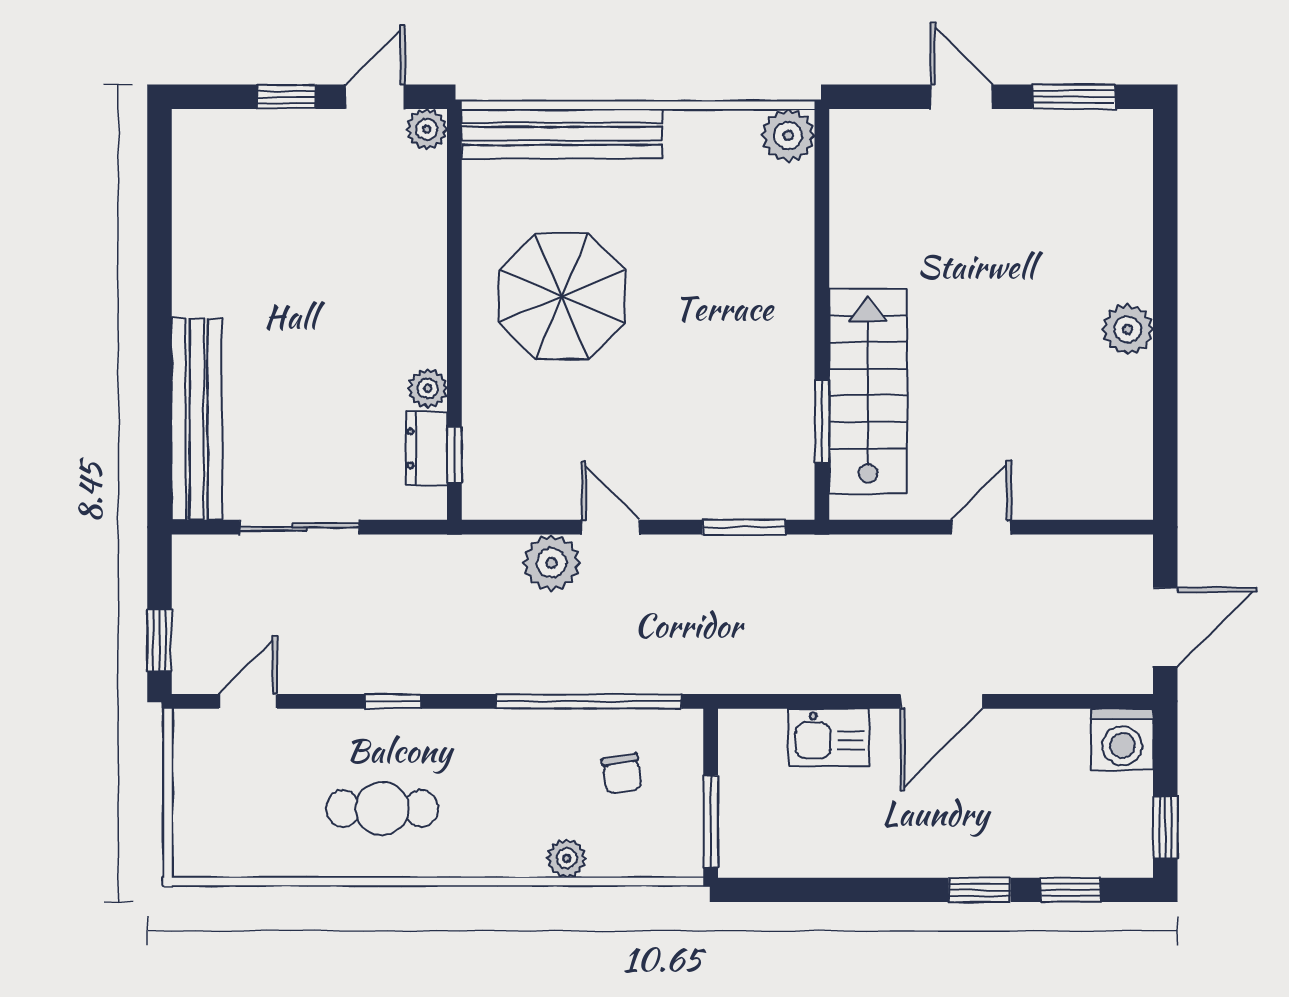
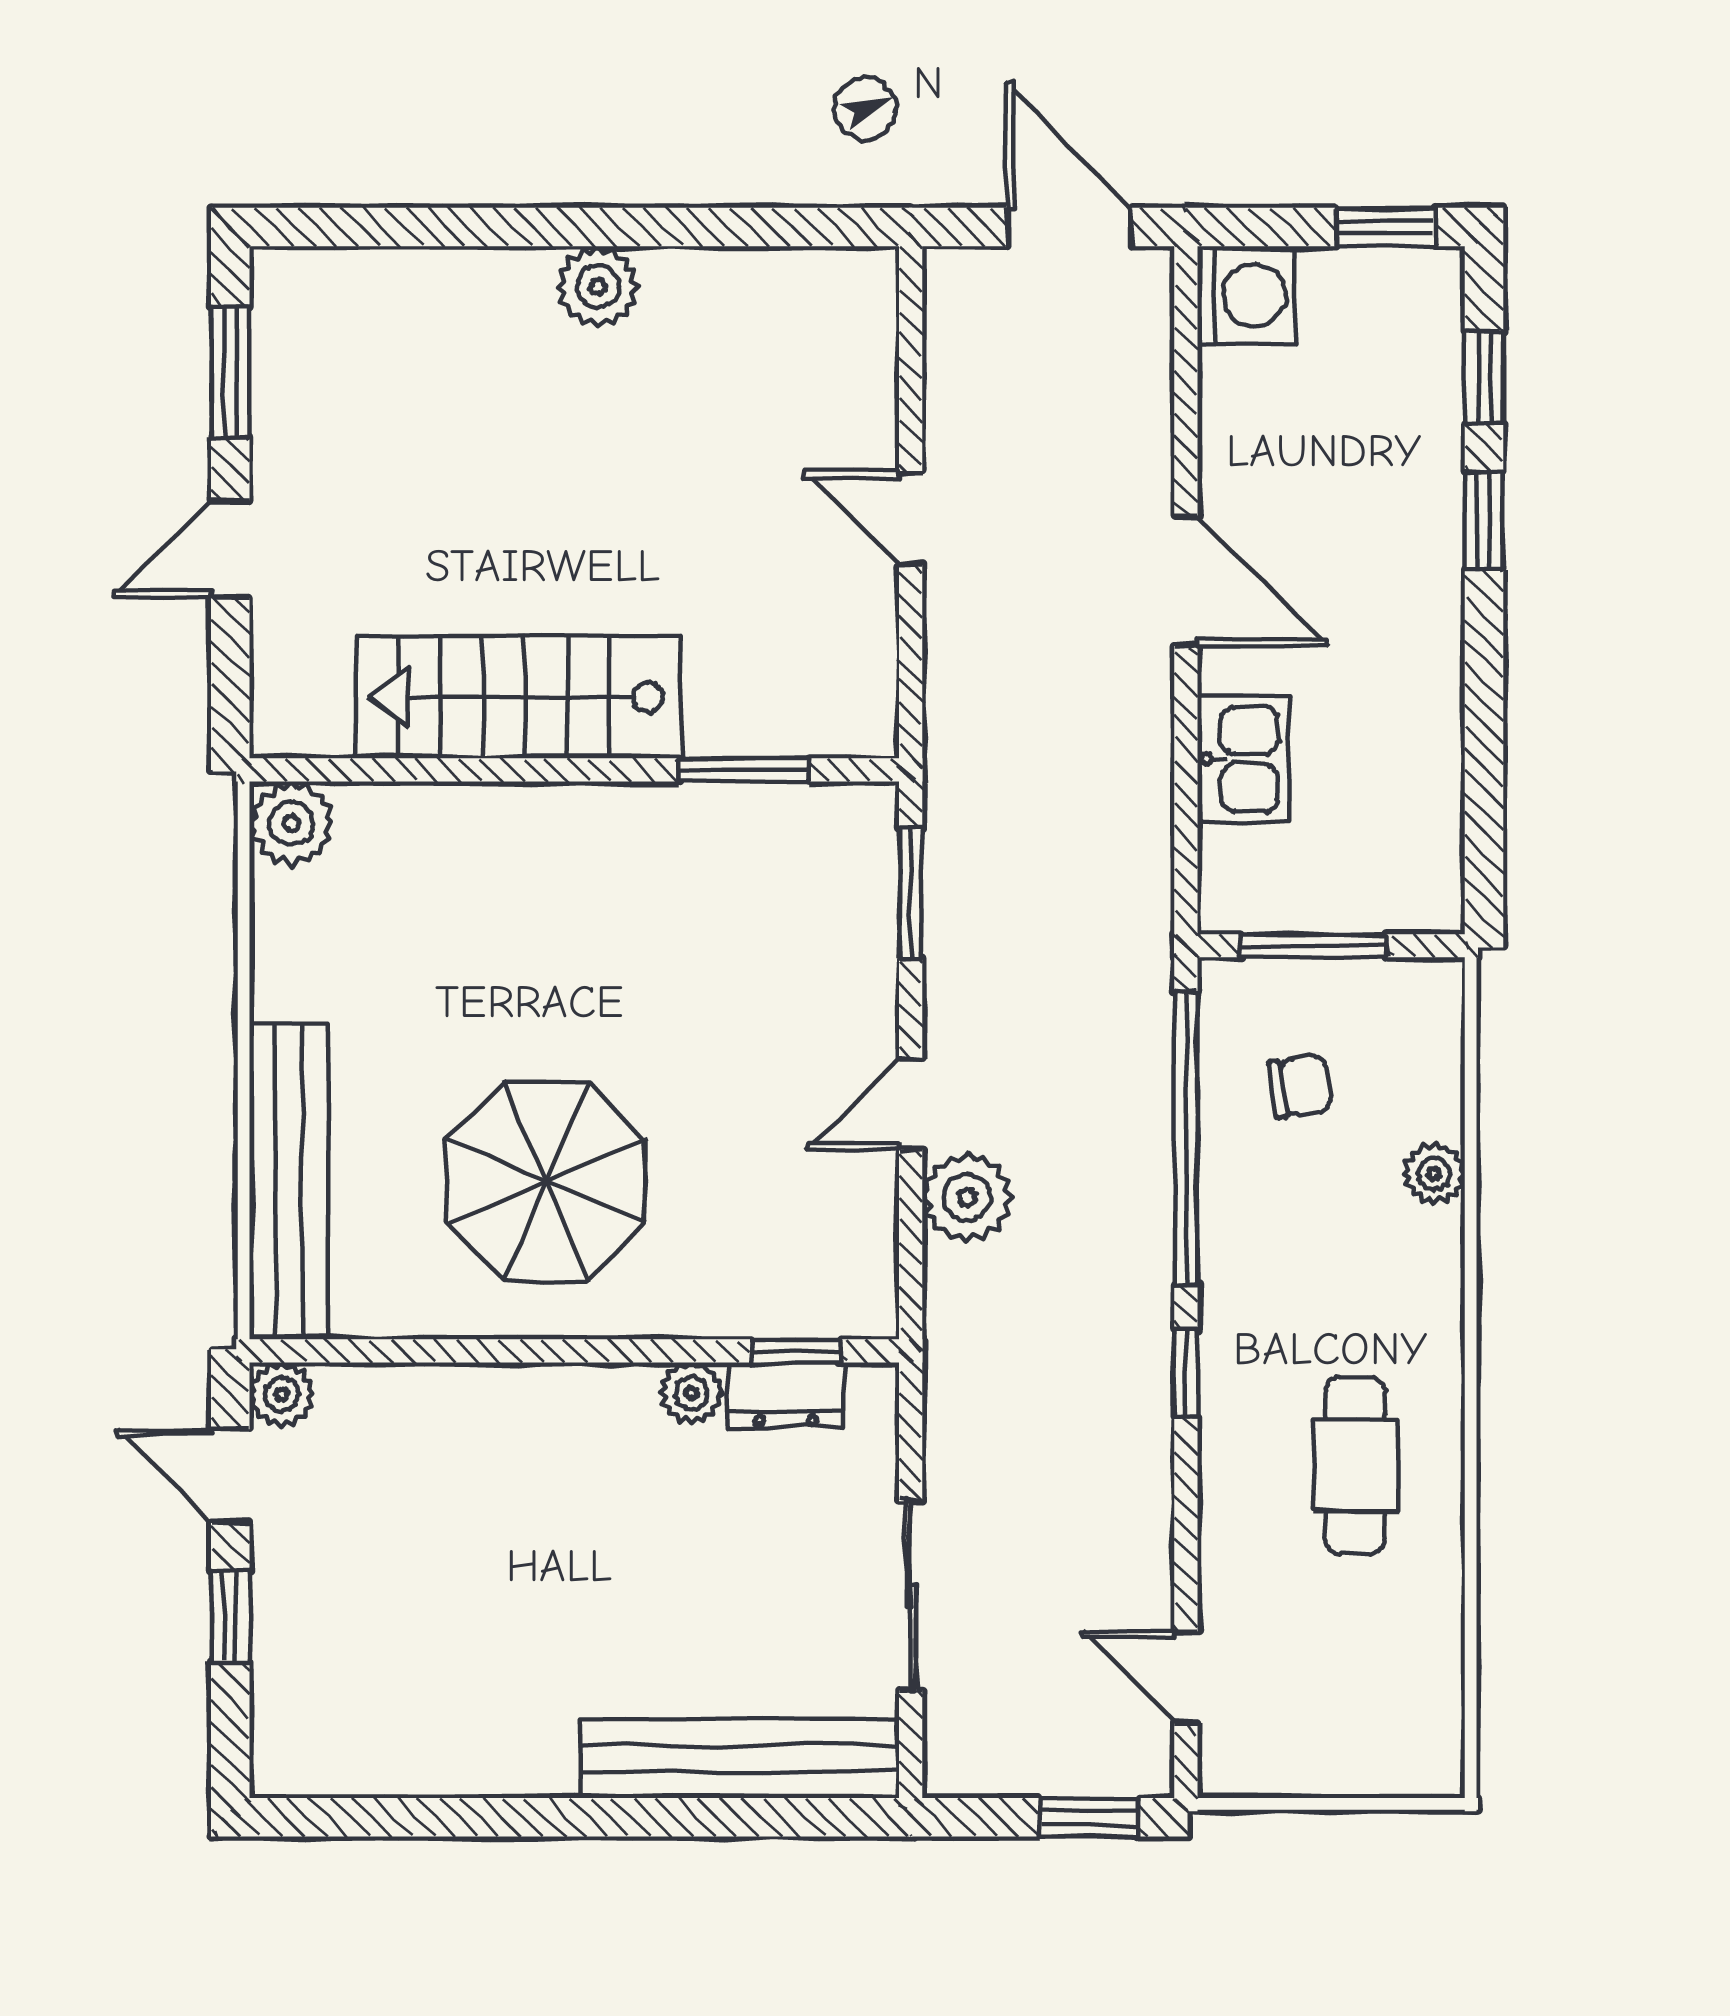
stairs: (868, 391) -> (518, 697), moved
window: (393, 701) -> (1186, 1373), moved
window: (711, 822) -> (1314, 946), moved

